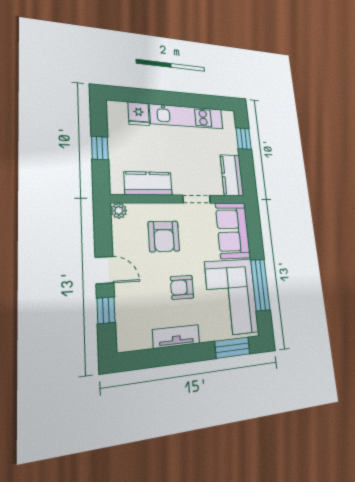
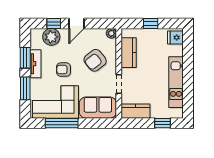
fridge: (139, 114) -> (175, 38), moved
armchair: (164, 236) -> (95, 60), turned -38
armchair: (182, 287) -> (64, 70), turned -90
plant: (130, 313) -> (51, 37), added
window: (232, 348) -> (25, 88), moved
window: (168, 356) -> (25, 58), added

